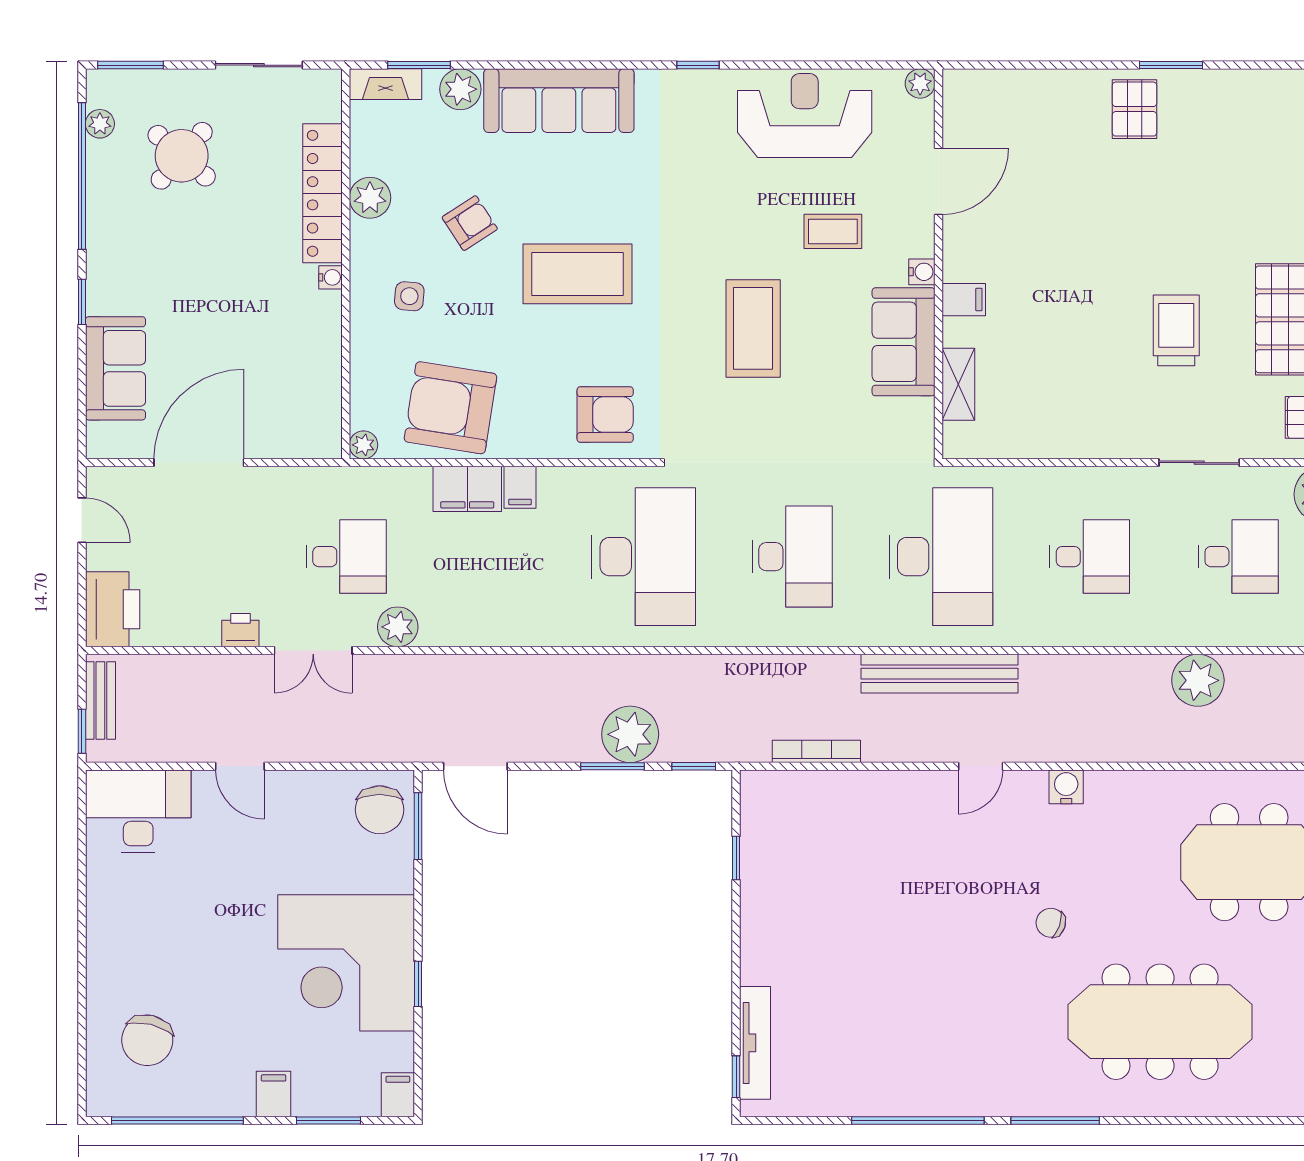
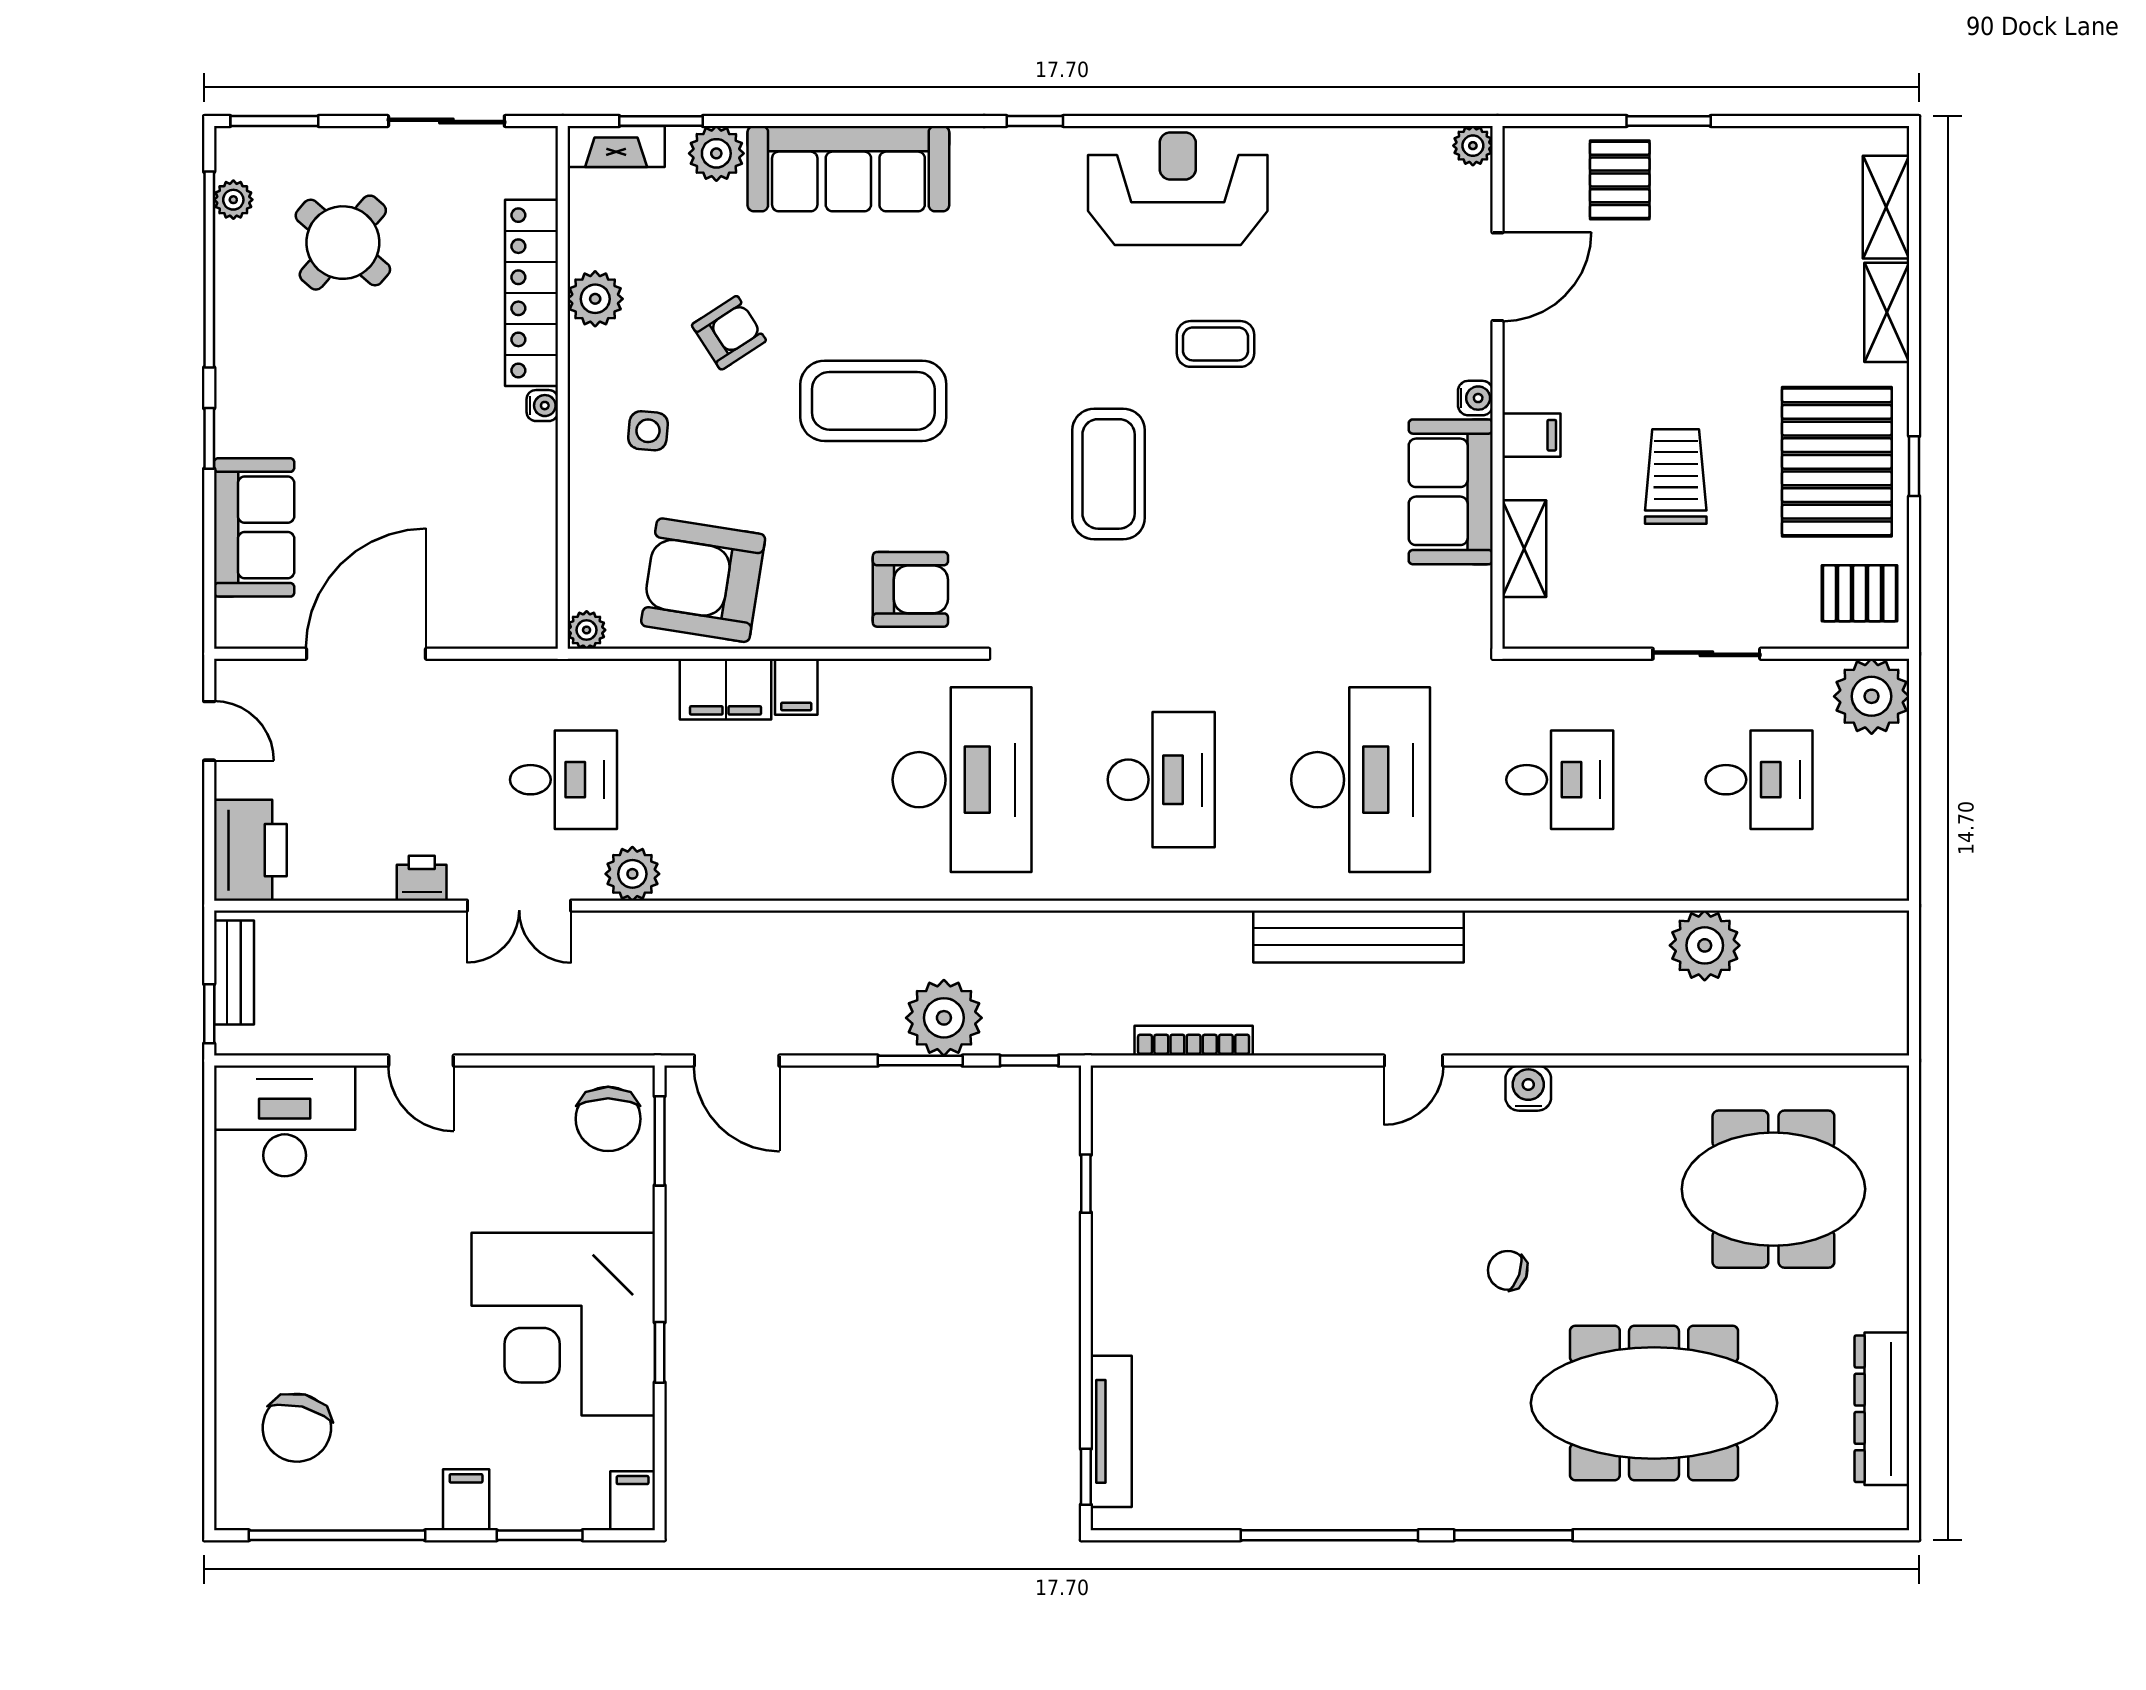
plant: (920, 83) -> (1473, 146), moved
door: (938, 181) -> (1498, 277), moved
wall: (938, 264) -> (1498, 387), moved
water cooler: (922, 272) -> (1475, 398), moved
filing cabinet: (964, 300) -> (1531, 435), moved
sofa: (904, 342) -> (1451, 492), moved
shelving: (958, 384) -> (1524, 549), moved

